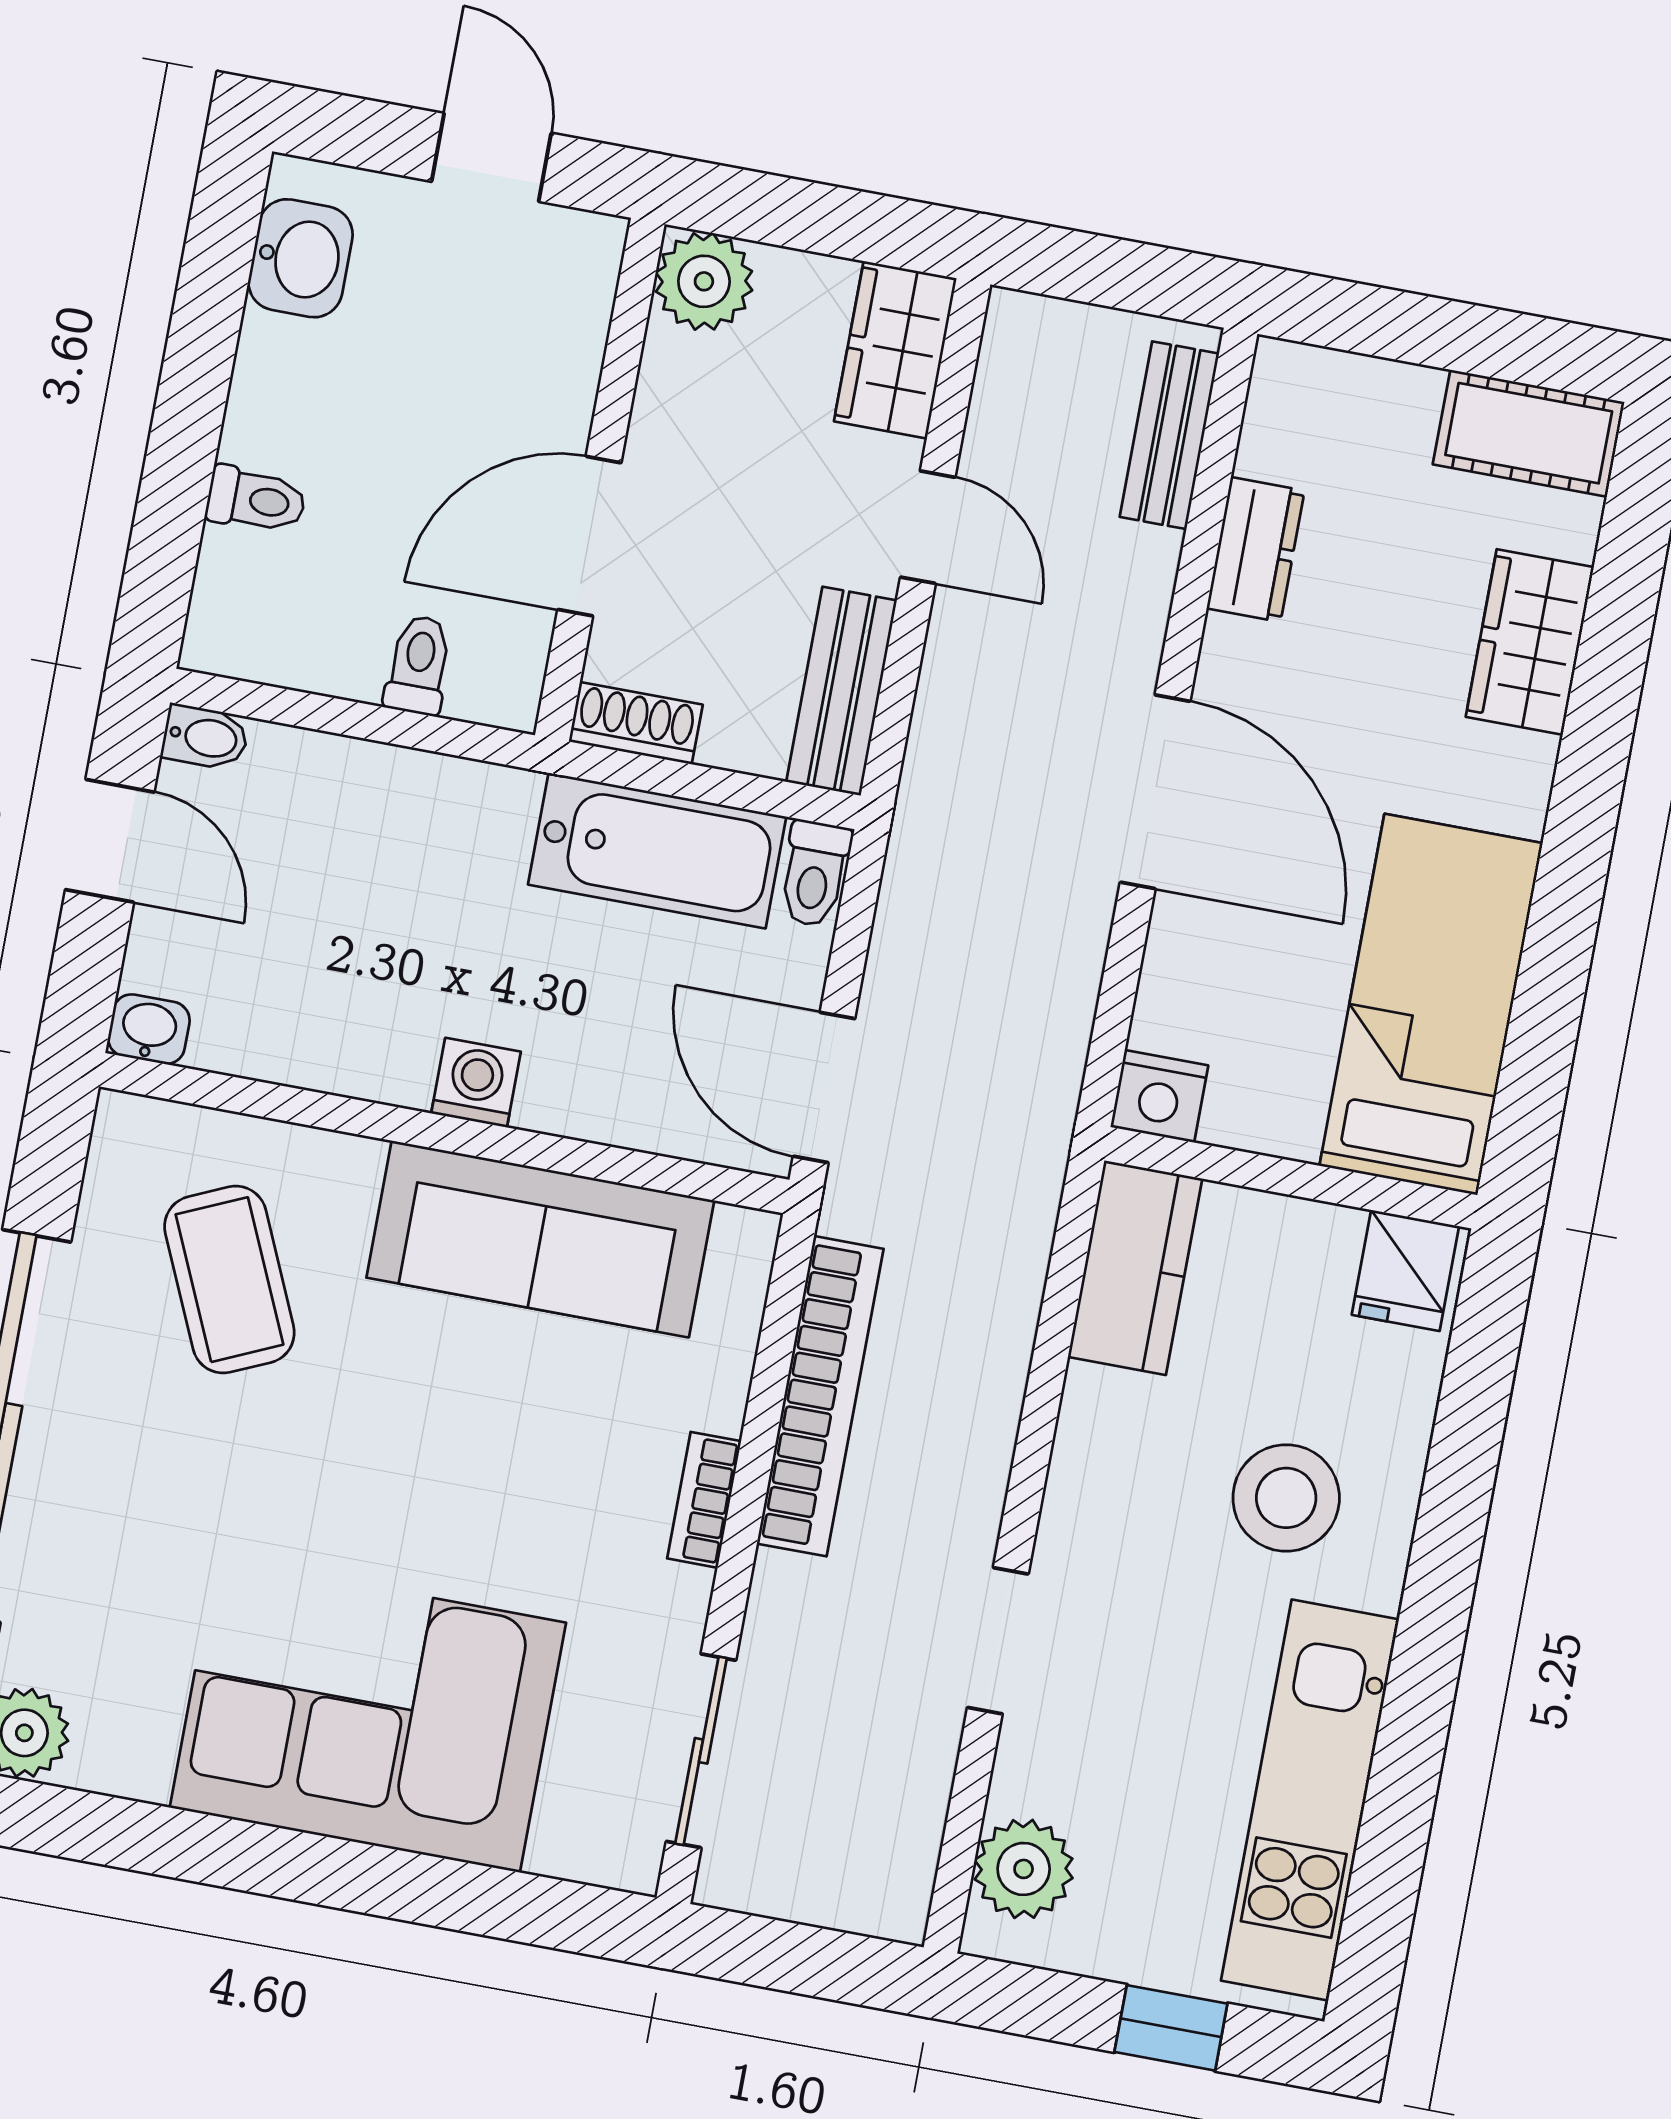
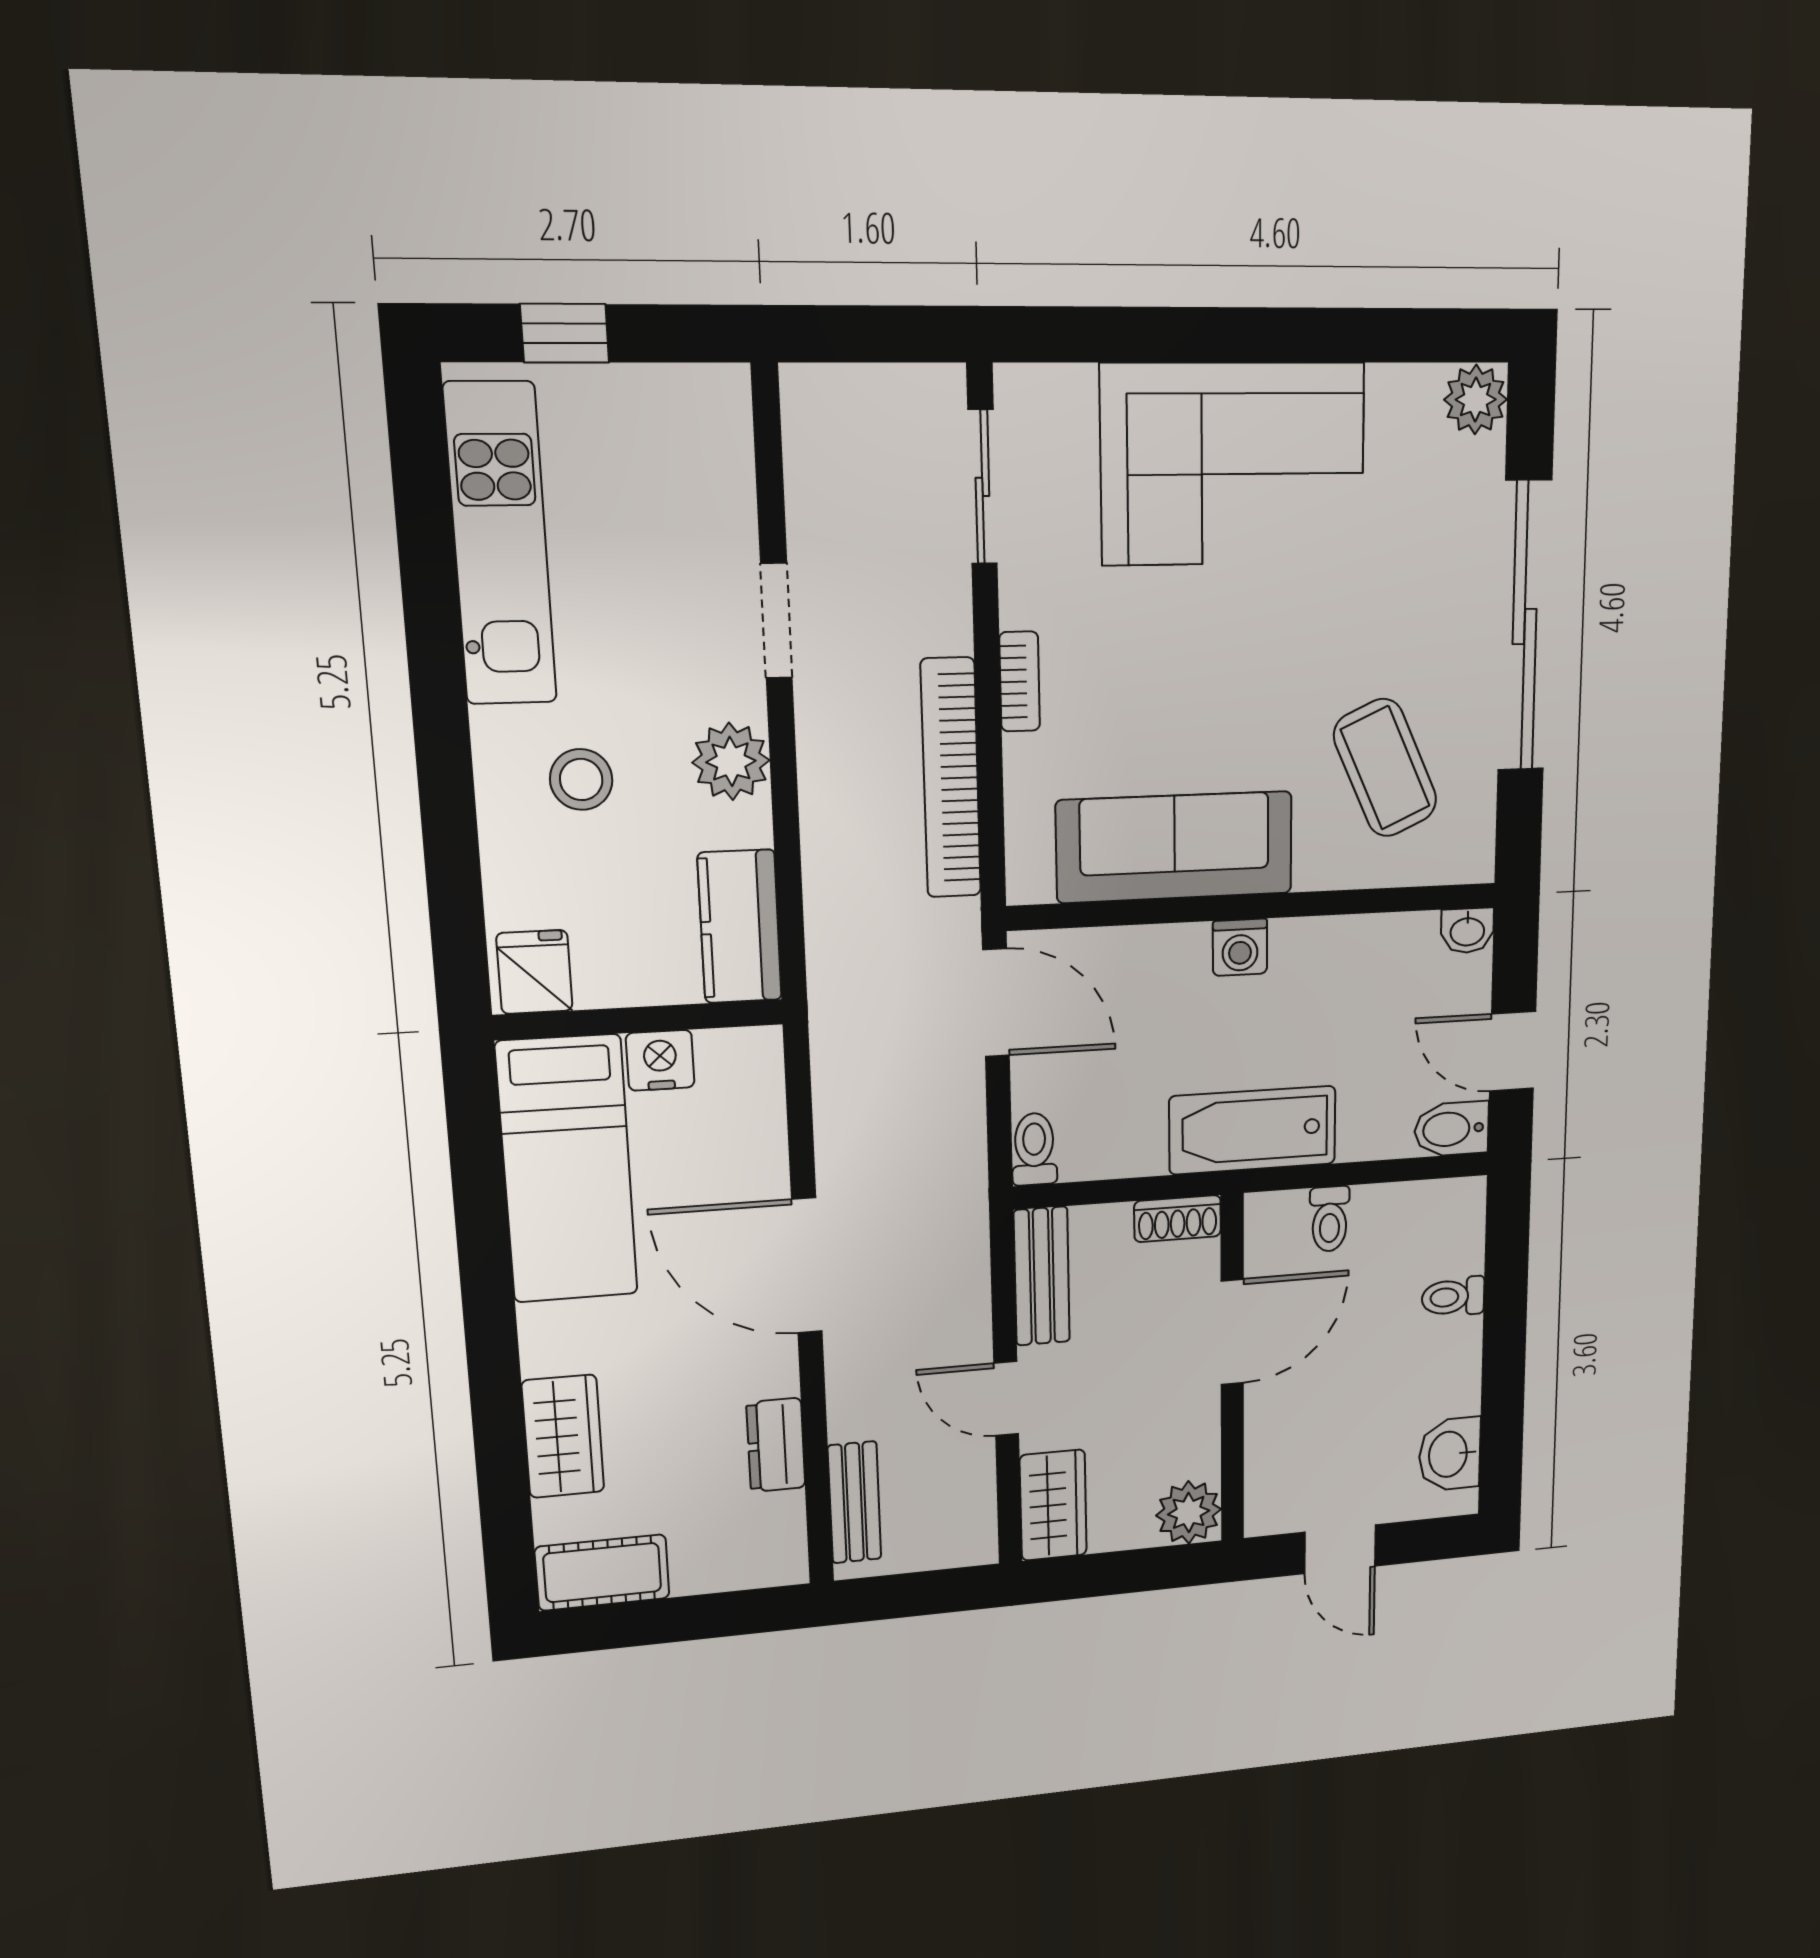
bidet: (205, 737) -> (1452, 1129), width x1.38, depth x1.36
bathtub: (657, 851) -> (1253, 1130), moved
nightstand: (1159, 1096) -> (660, 1060), moved
stool: (1286, 1498) -> (581, 779), width x0.73, depth x0.73
plant: (1024, 1869) -> (731, 761), moved

